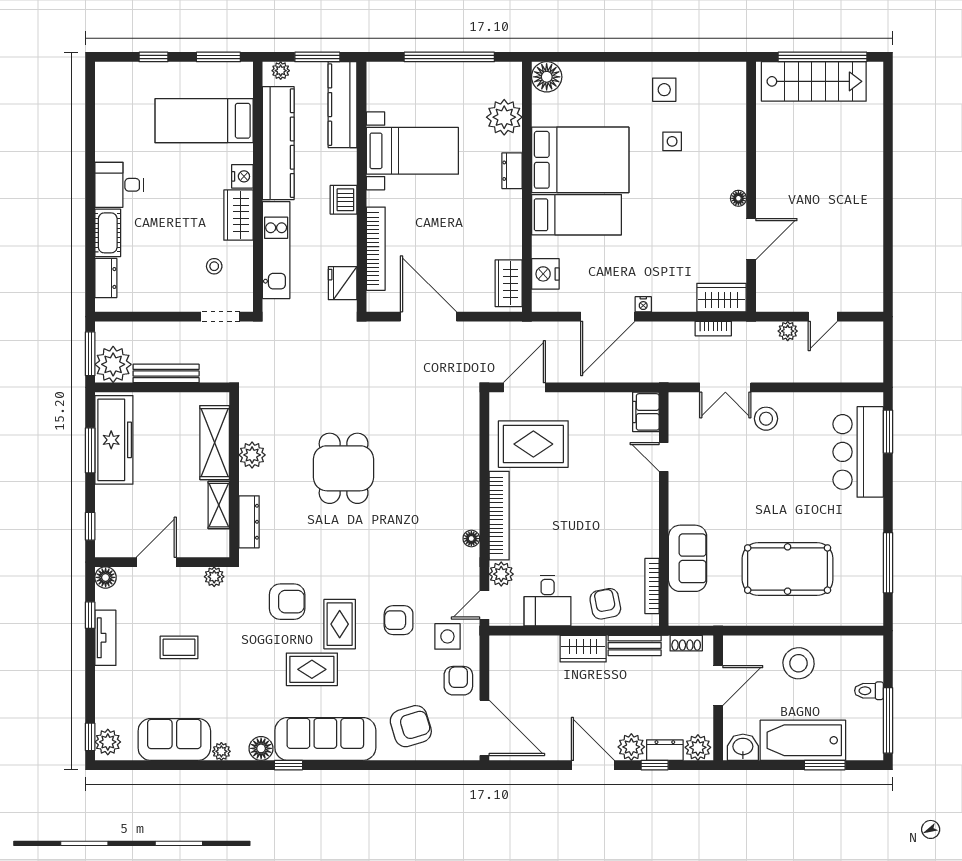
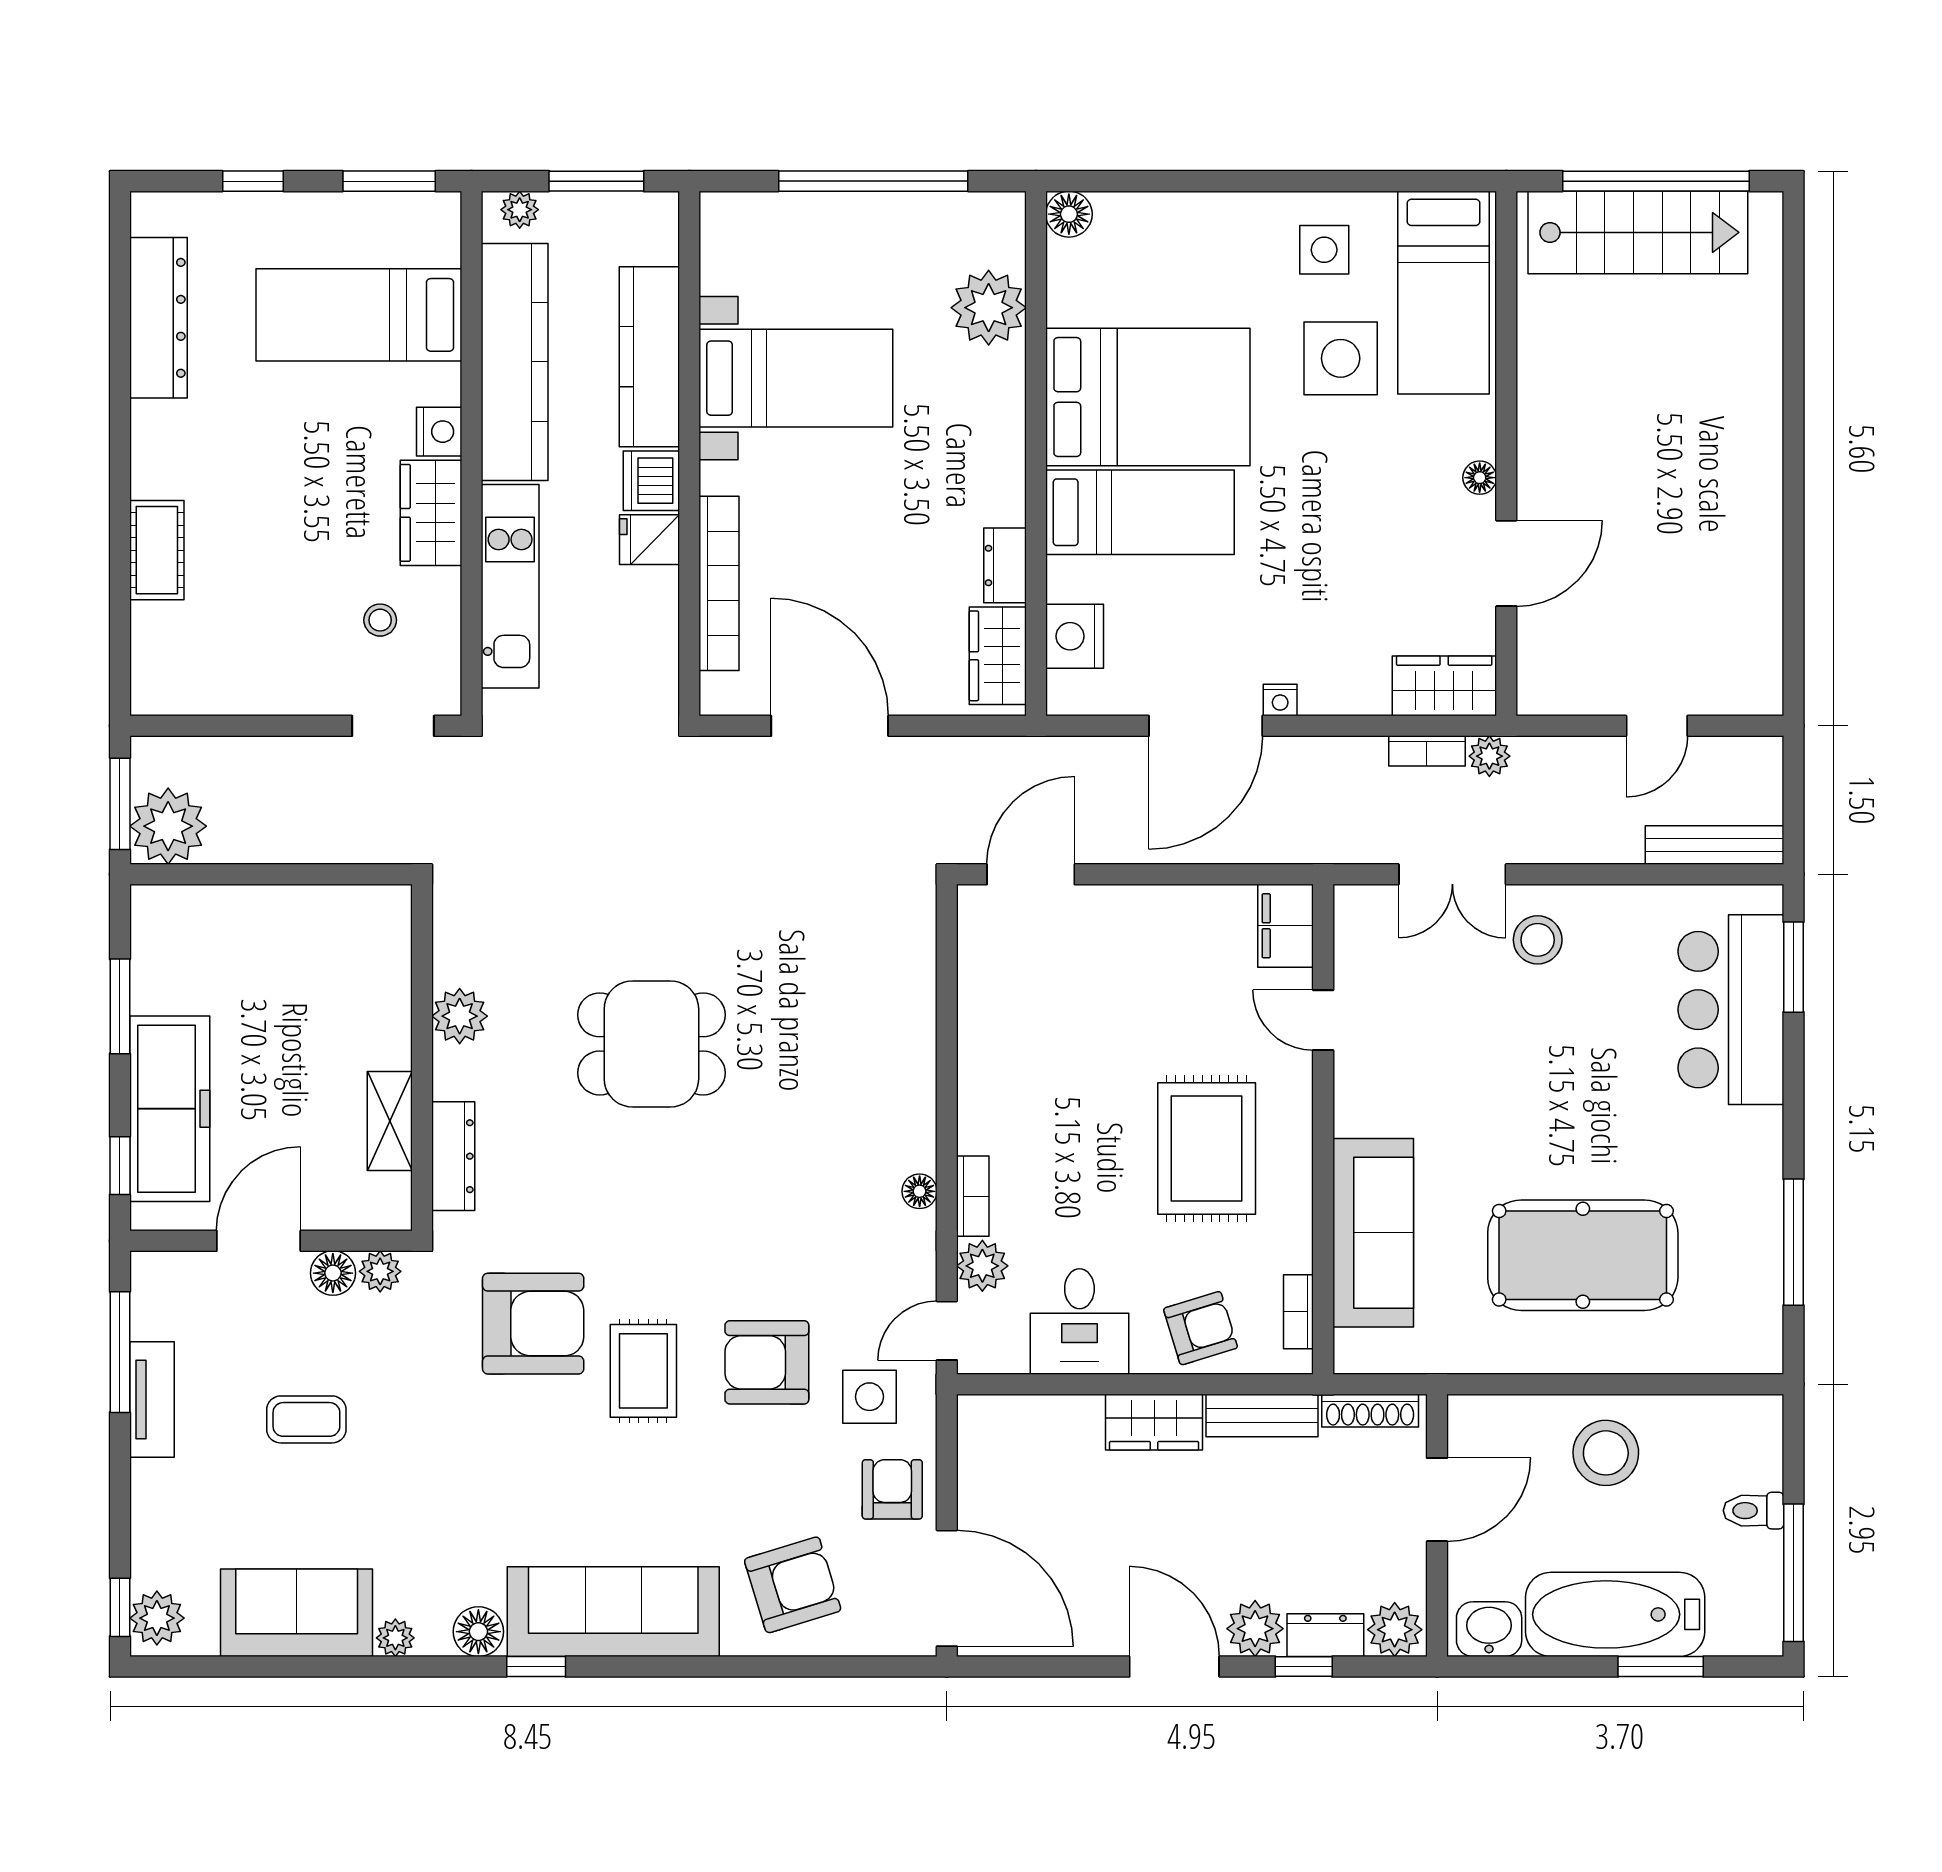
floor lamp: (547, 77) -> (1069, 214), width x0.73, depth x0.73
kitchen counter: (343, 105) -> (649, 357), moved
bed: (721, 110) -> (1444, 293), added
side table: (672, 141) -> (1341, 358), width x1.87, depth x1.87
dresser: (512, 171) -> (1005, 565), moved
desk: (119, 185) -> (181, 449), removed
dresser: (106, 278) -> (158, 318), moved, width x1.96, depth x1.24
fridge: (343, 283) -> (650, 540), moved, width x0.72
plant: (788, 331) -> (1489, 756), moved
bench: (166, 373) -> (1715, 845), moved
freezer: (114, 440) -> (170, 1109), moved
shelving: (215, 443) -> (381, 990), removed
rug: (533, 444) -> (1207, 1149), moved, turned 90
dining table: (344, 468) -> (651, 1044), turned 90
bookcase: (499, 516) -> (973, 1196), width x0.43, depth x0.76
sofa: (688, 558) -> (1373, 1233), width x1.36
floor lamp: (106, 577) -> (333, 1273), moved
bookcase: (652, 586) -> (1298, 1312), width x0.64
armchair: (287, 602) -> (533, 1324), width x1.36, depth x1.36
armchair: (605, 604) -> (1201, 1328), turned 84
window: (90, 615) -> (120, 1352), width x2.17
armchair: (399, 620) -> (767, 1362), width x1.38, depth x1.38
shoe rack: (686, 643) -> (1370, 1411), width x1.43
rug: (312, 669) -> (585, 1466), removed

